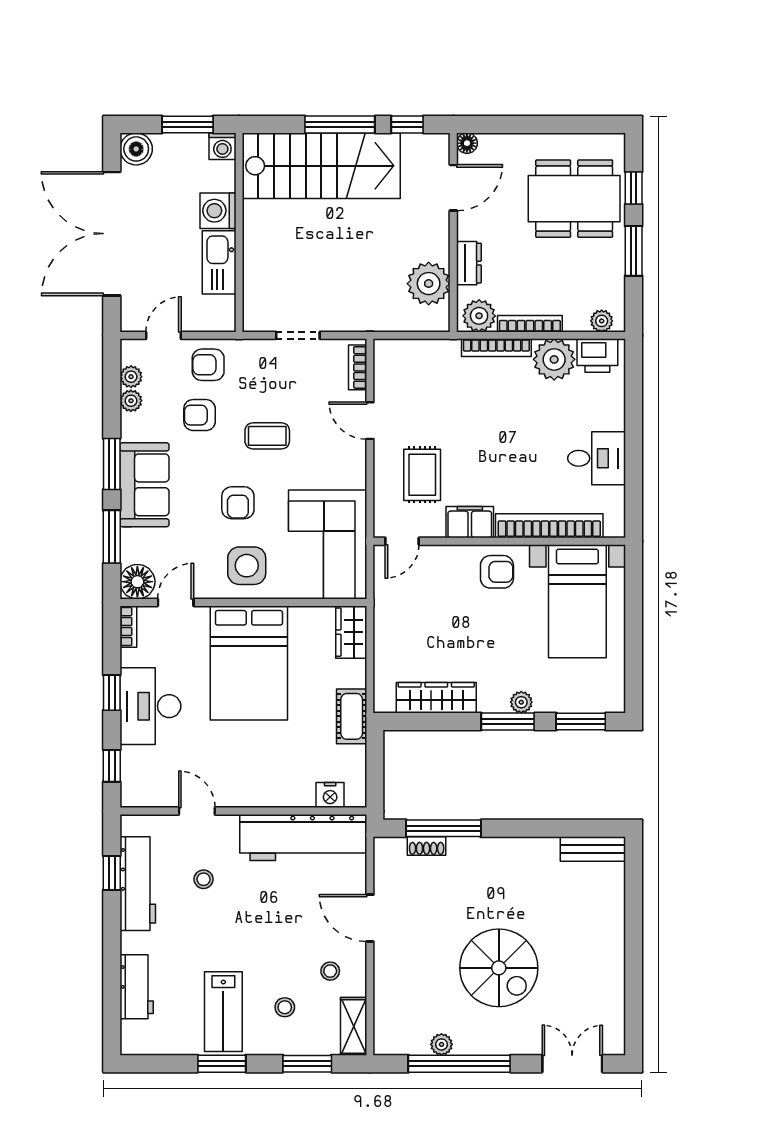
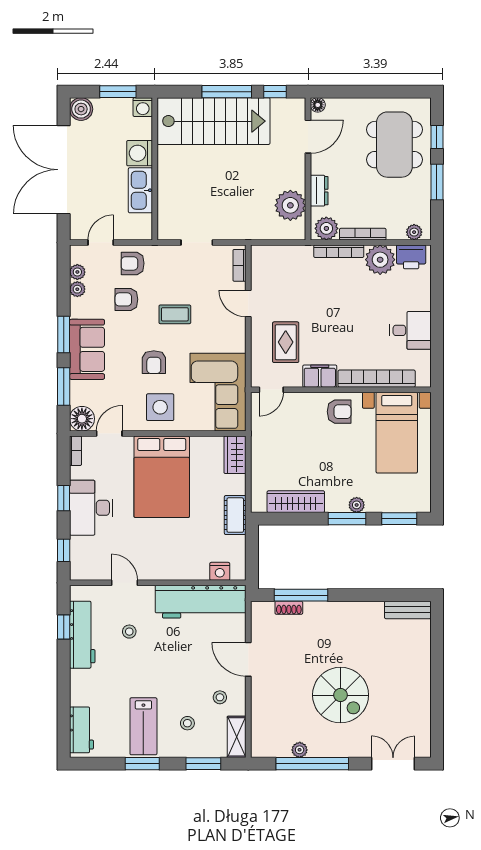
dining table: (574, 199) -> (394, 145), turned 90
workbench: (137, 987) -> (81, 730), moved

